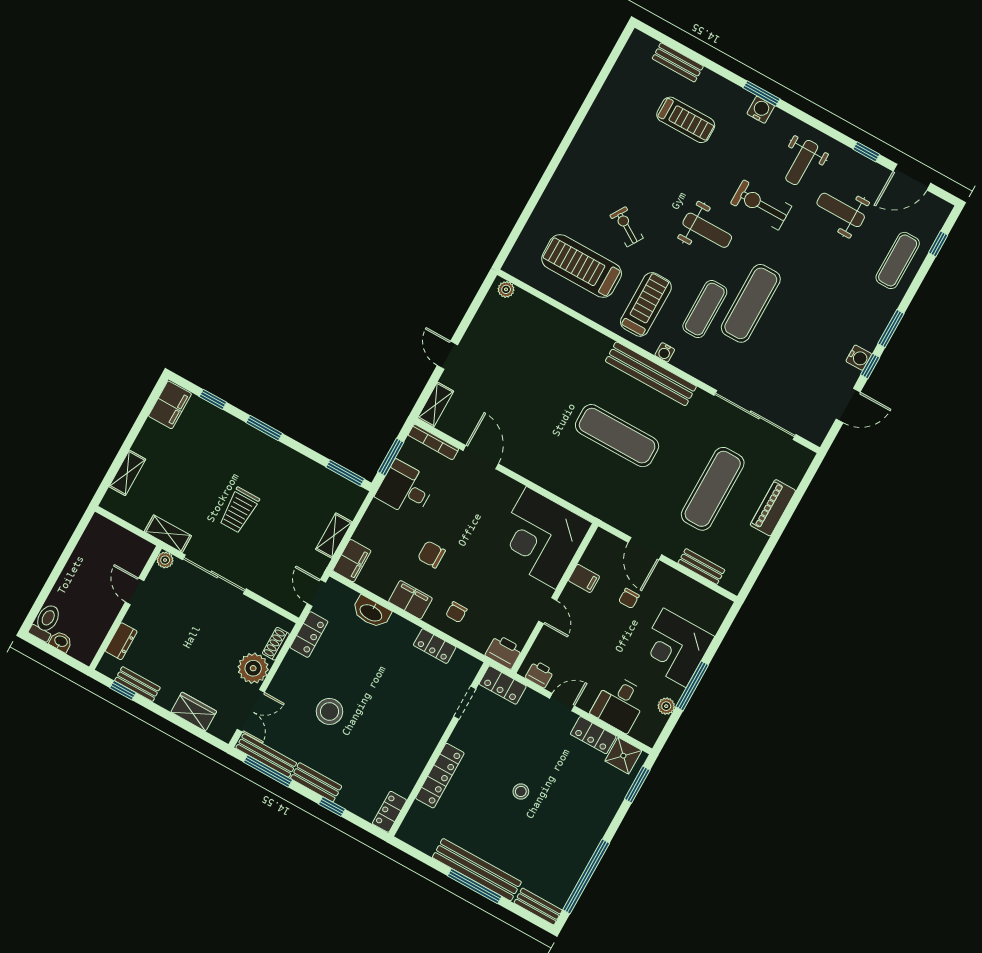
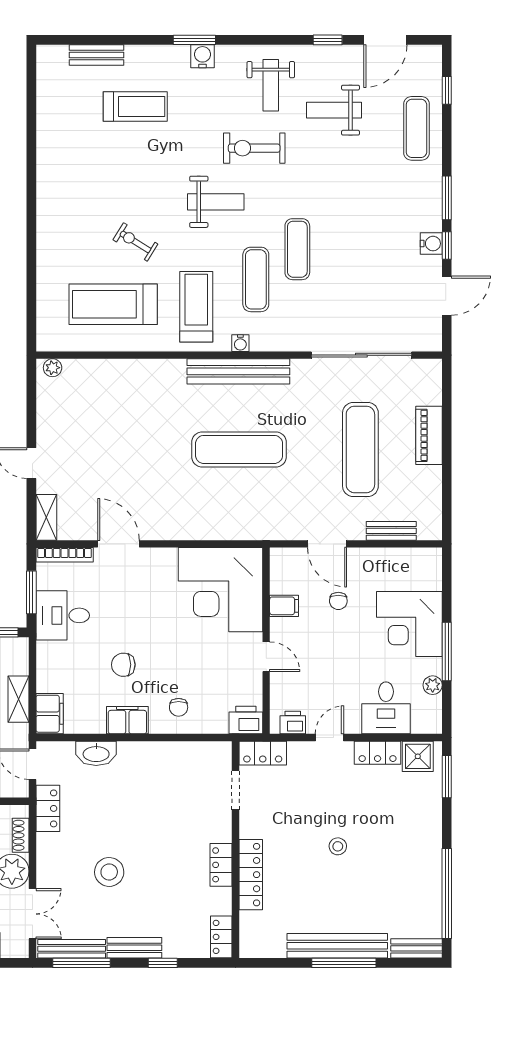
exercise mat: (751, 303) -> (297, 249), width x0.73, depth x0.69
locker: (435, 646) -> (221, 865), moved, turned 90

